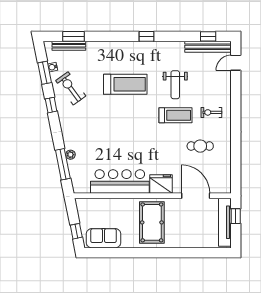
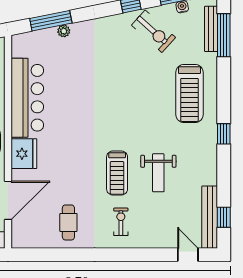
window: (74, 36) -> (224, 35), width x1.44
treadmill: (125, 84) -> (189, 93), moved
weight bench: (175, 85) -> (158, 173), turned -90
exercise bike: (71, 88) -> (153, 31), turned 78
cafe table: (200, 146) -> (68, 222), moved

